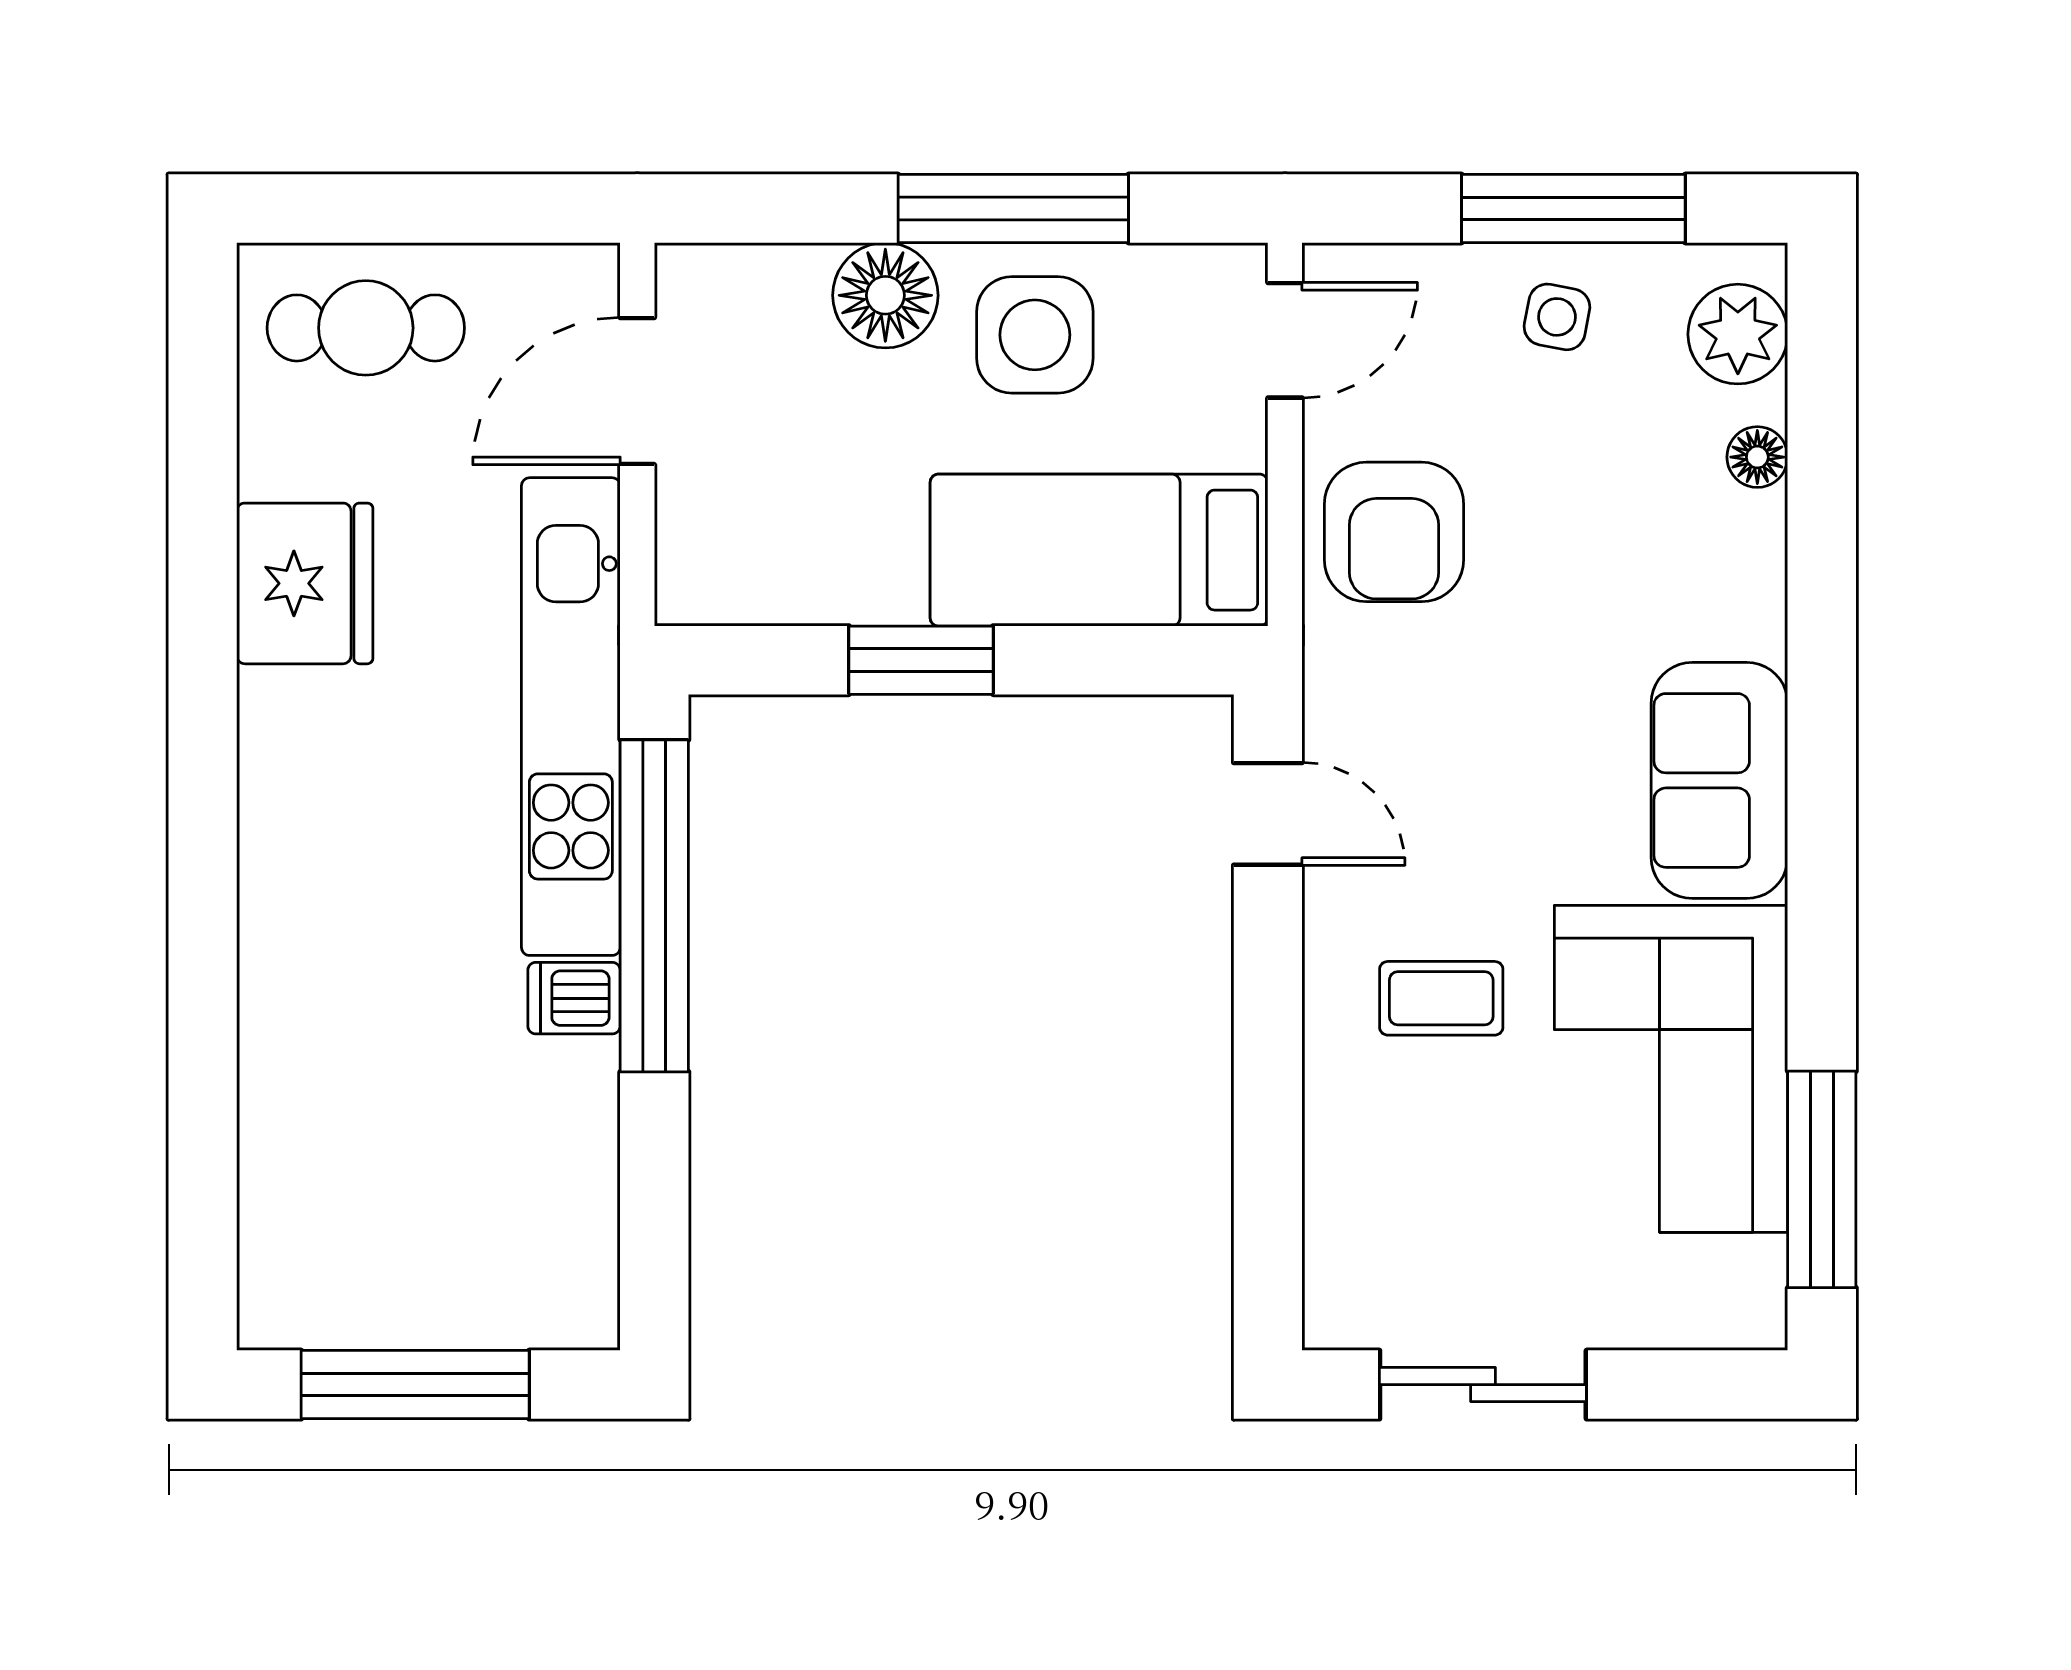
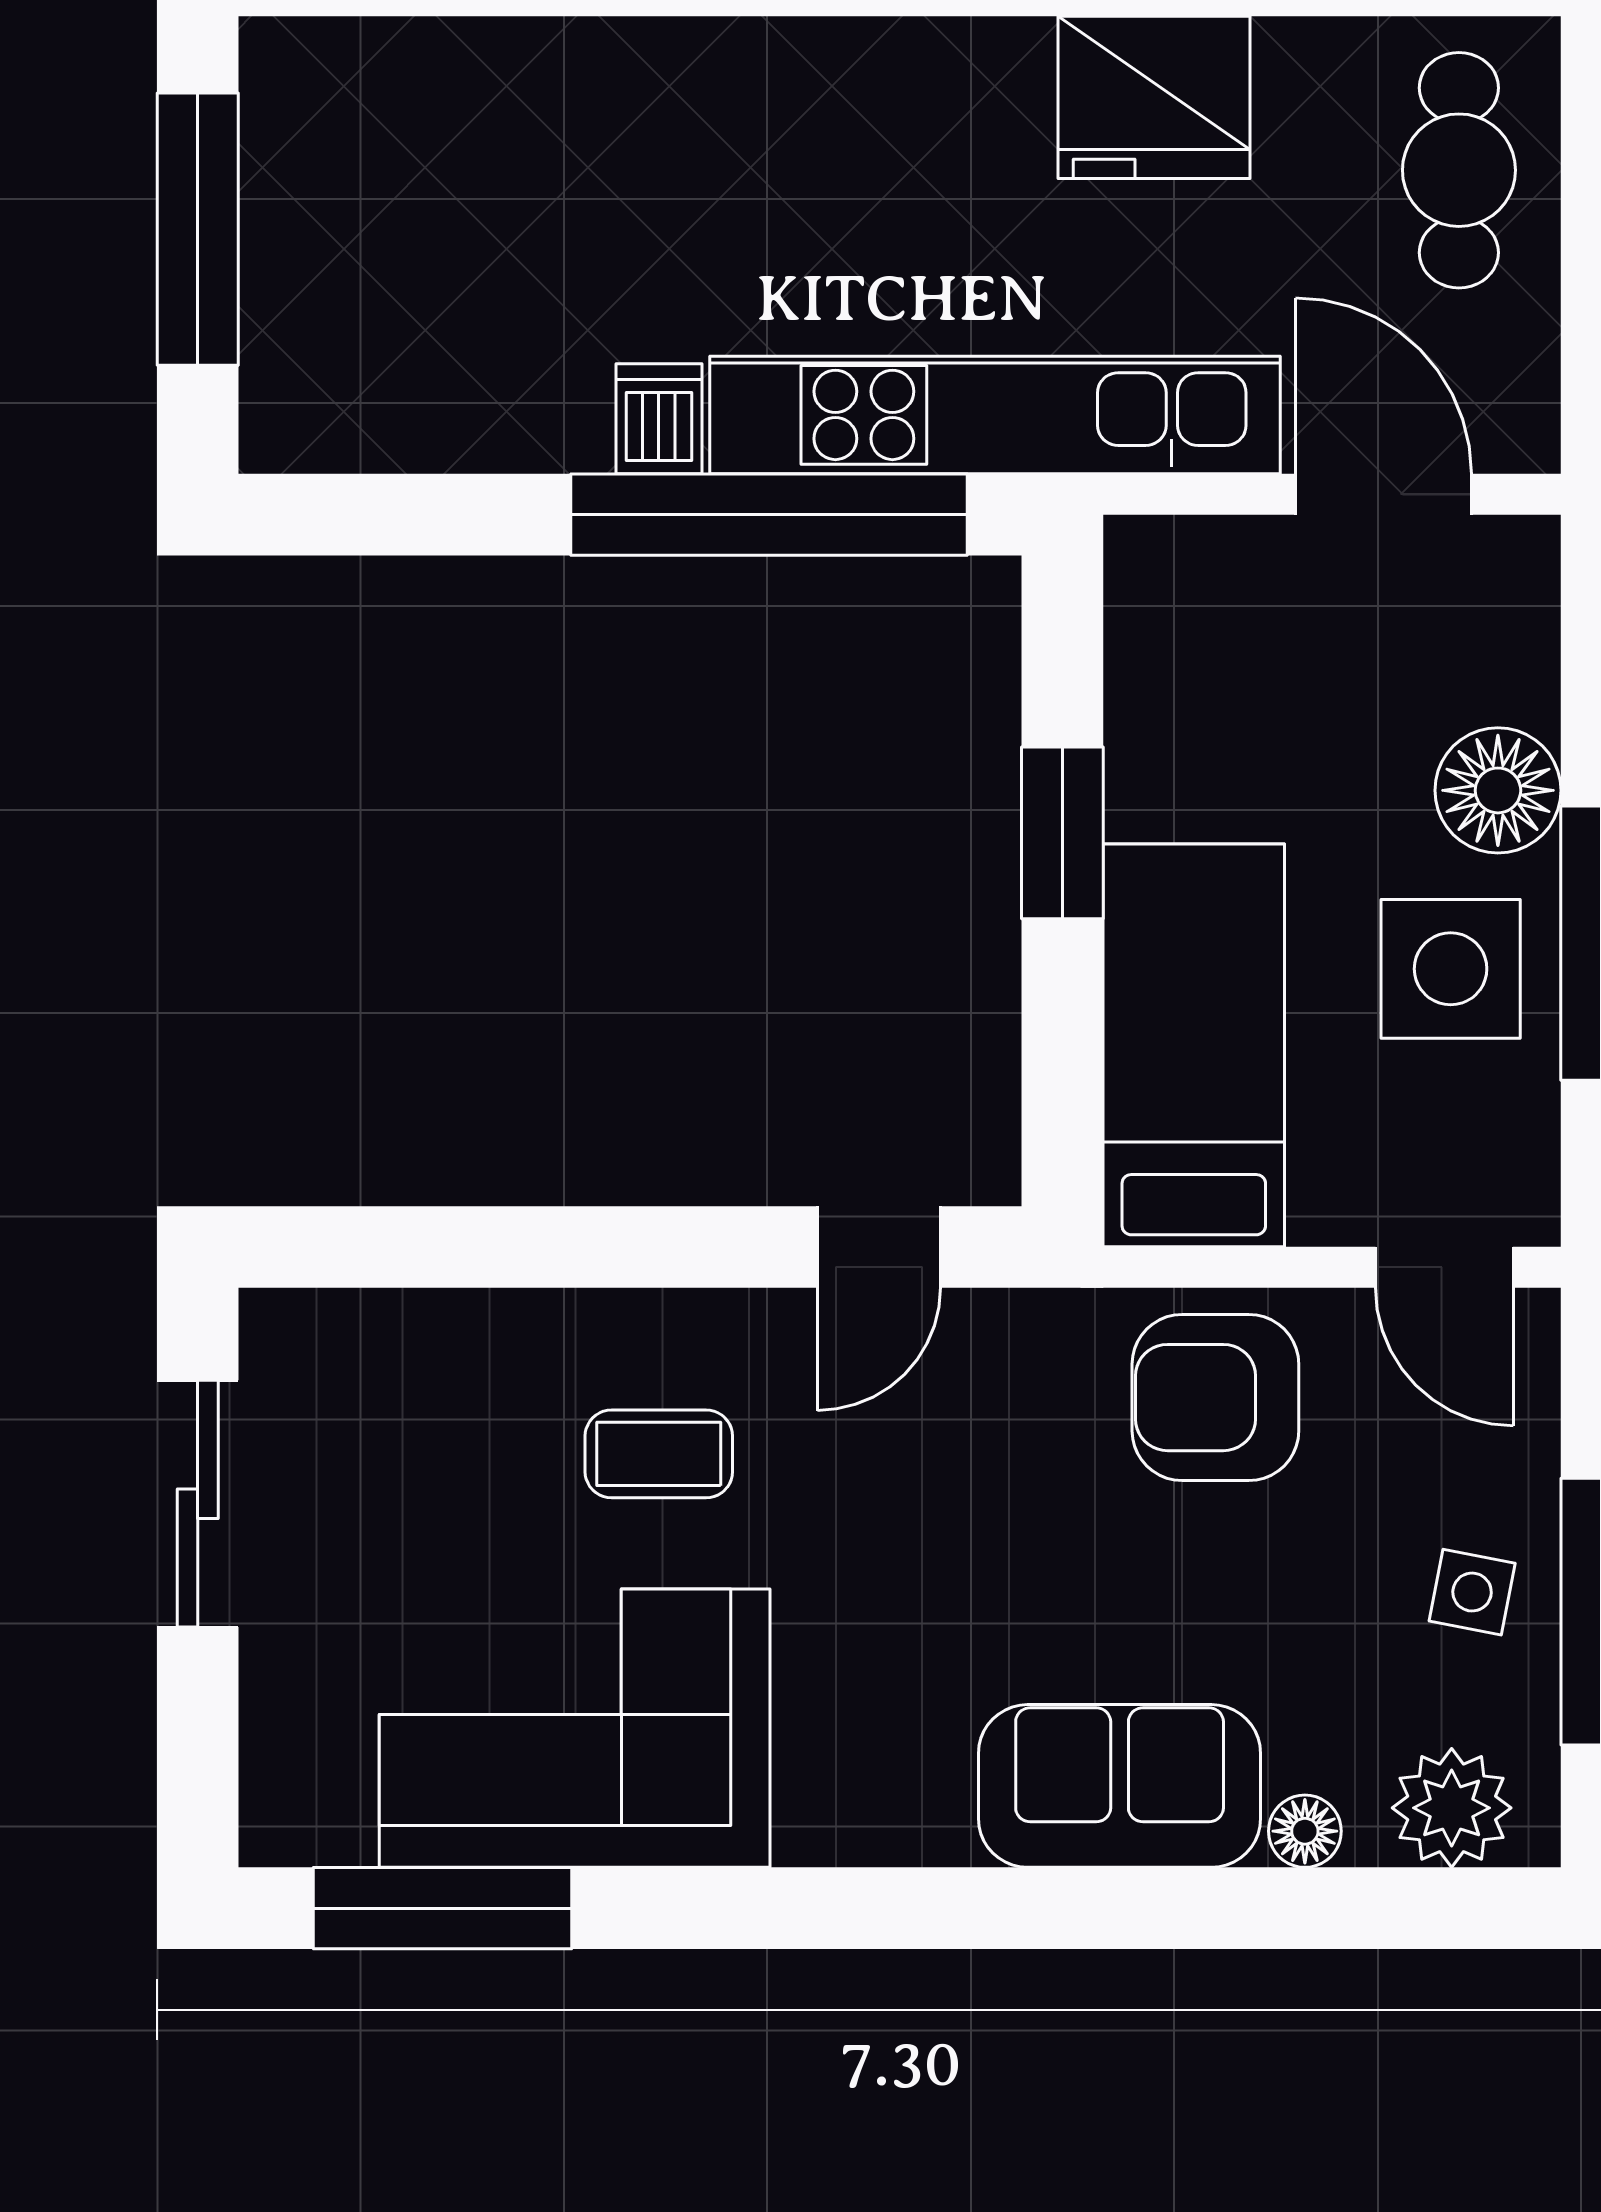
sofa: (1719, 780) -> (1120, 1786), moved
coffee table: (1441, 998) -> (659, 1454), turned 90

